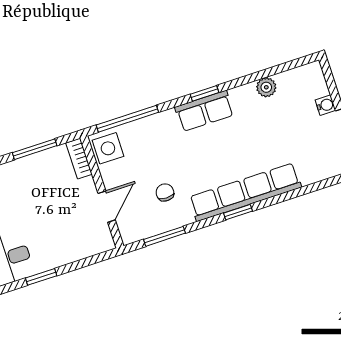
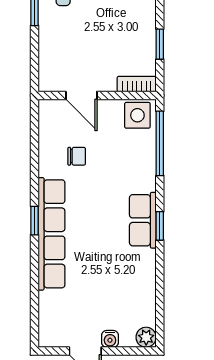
plant: (266, 87) -> (146, 337), moved
window: (35, 149) -> (160, 44), width x0.67
window: (164, 236) -> (35, 142), removed

